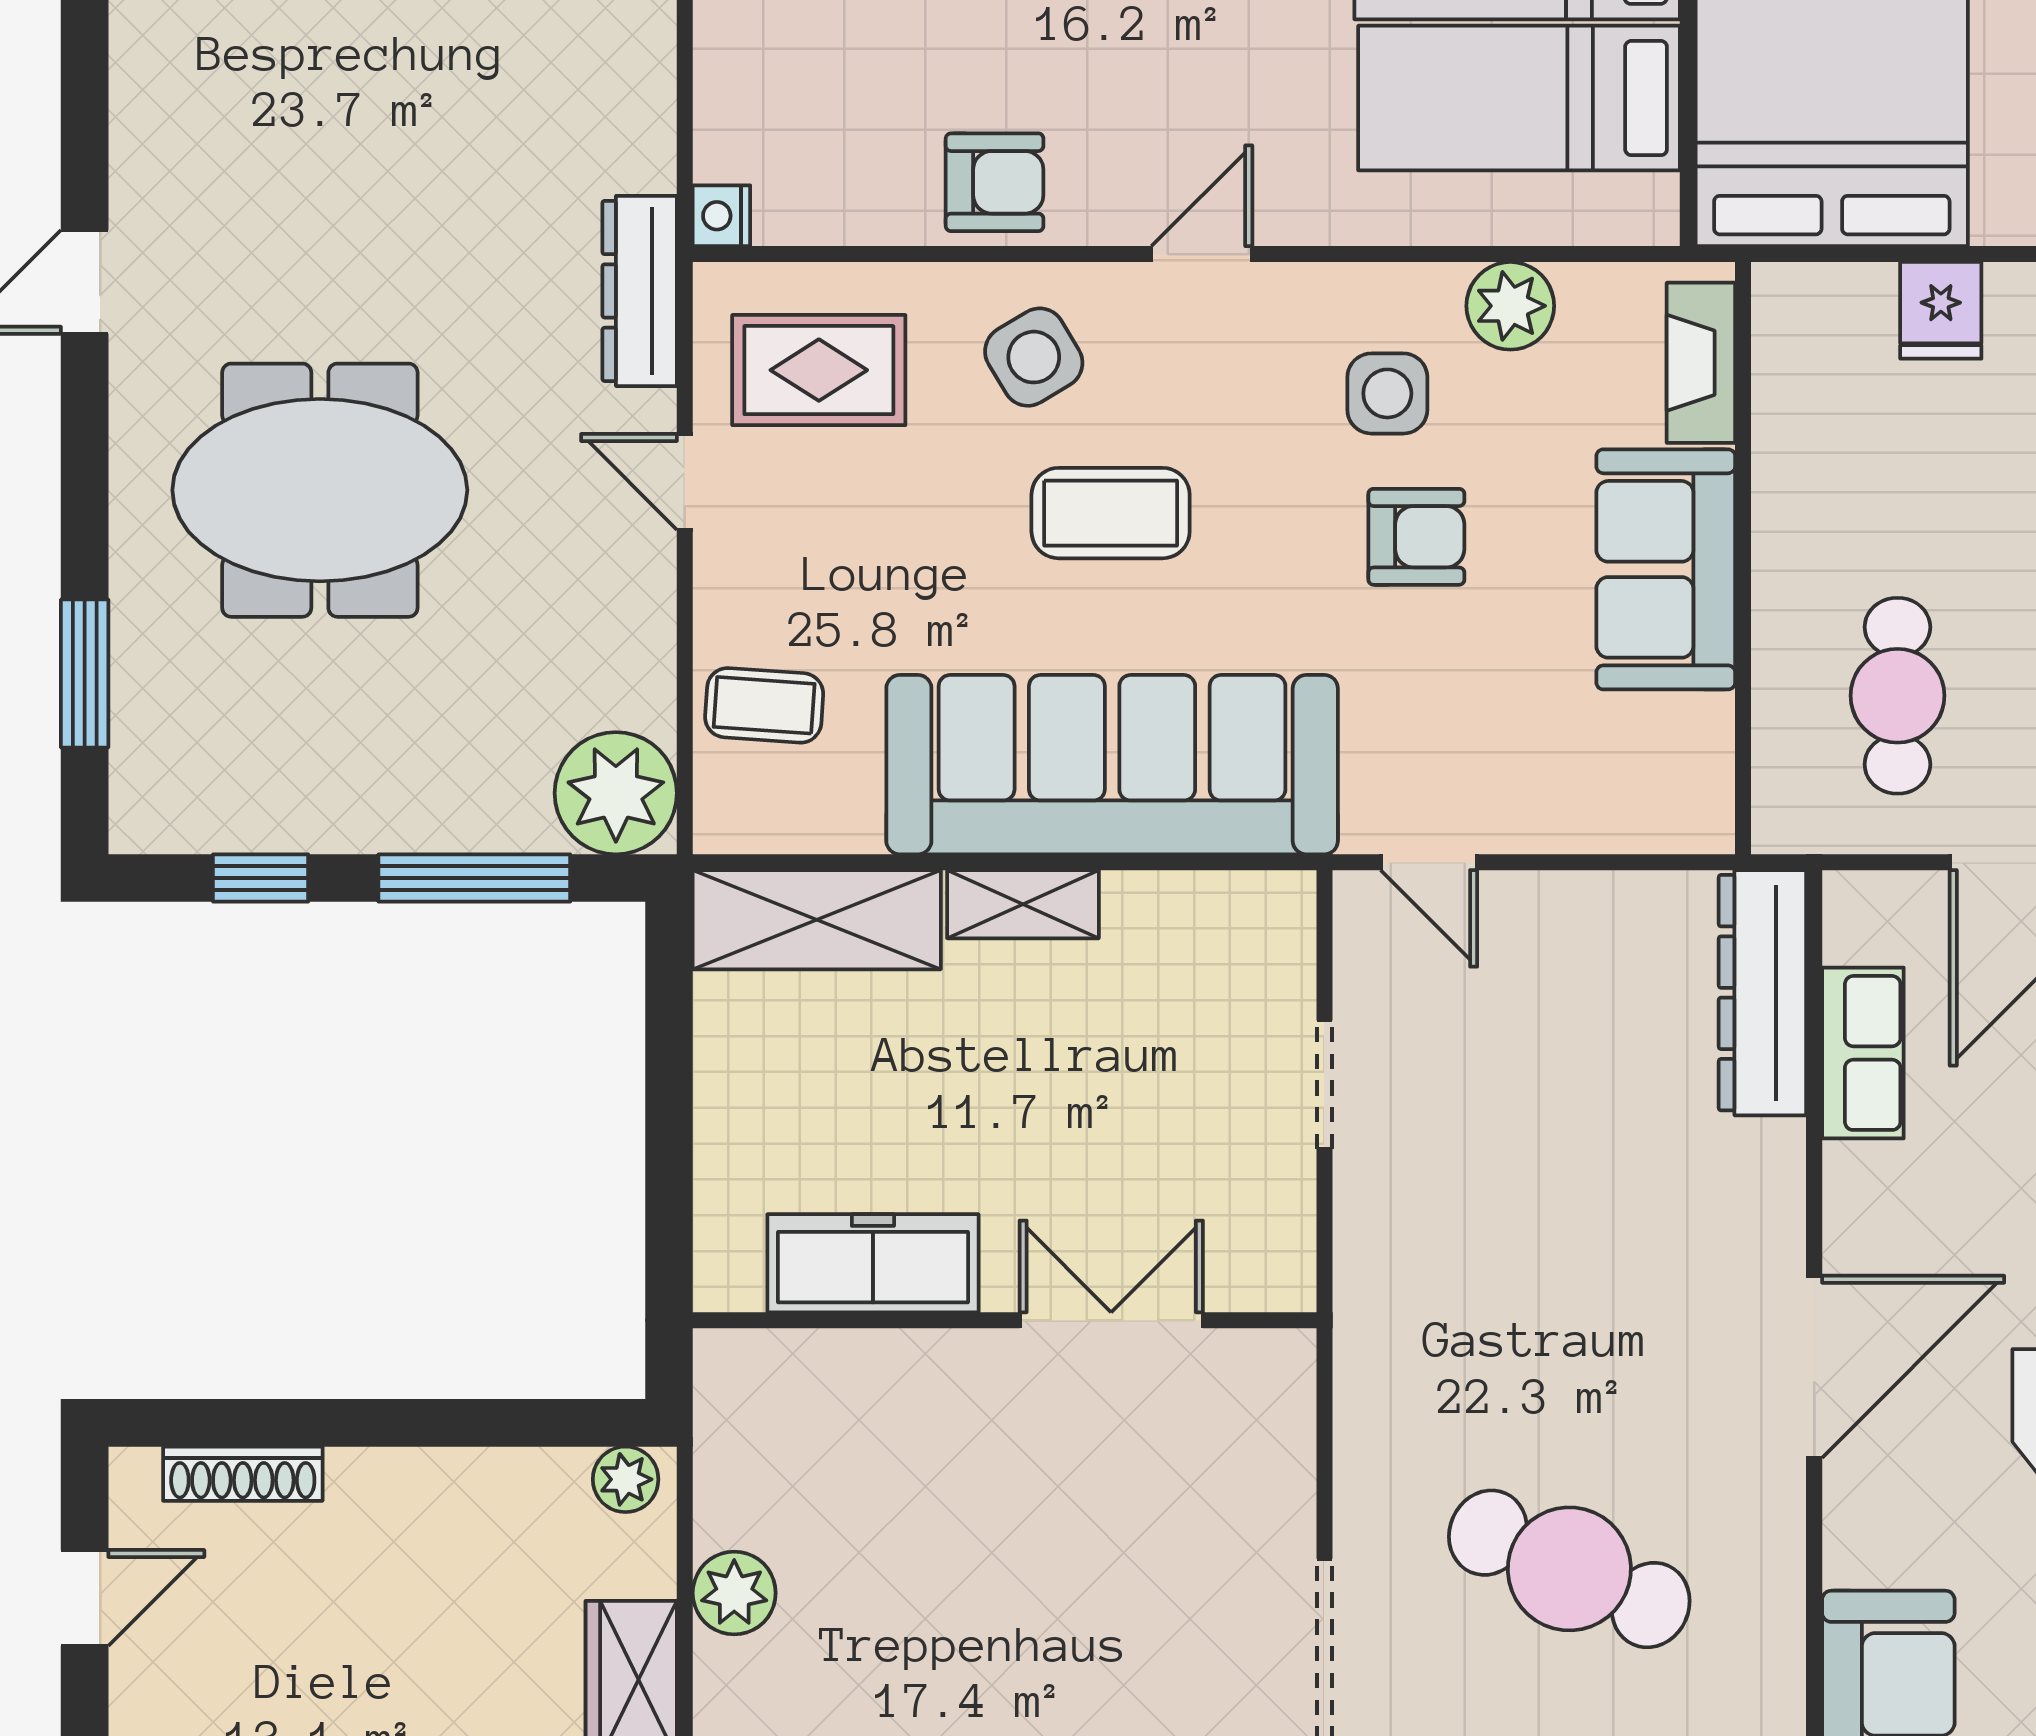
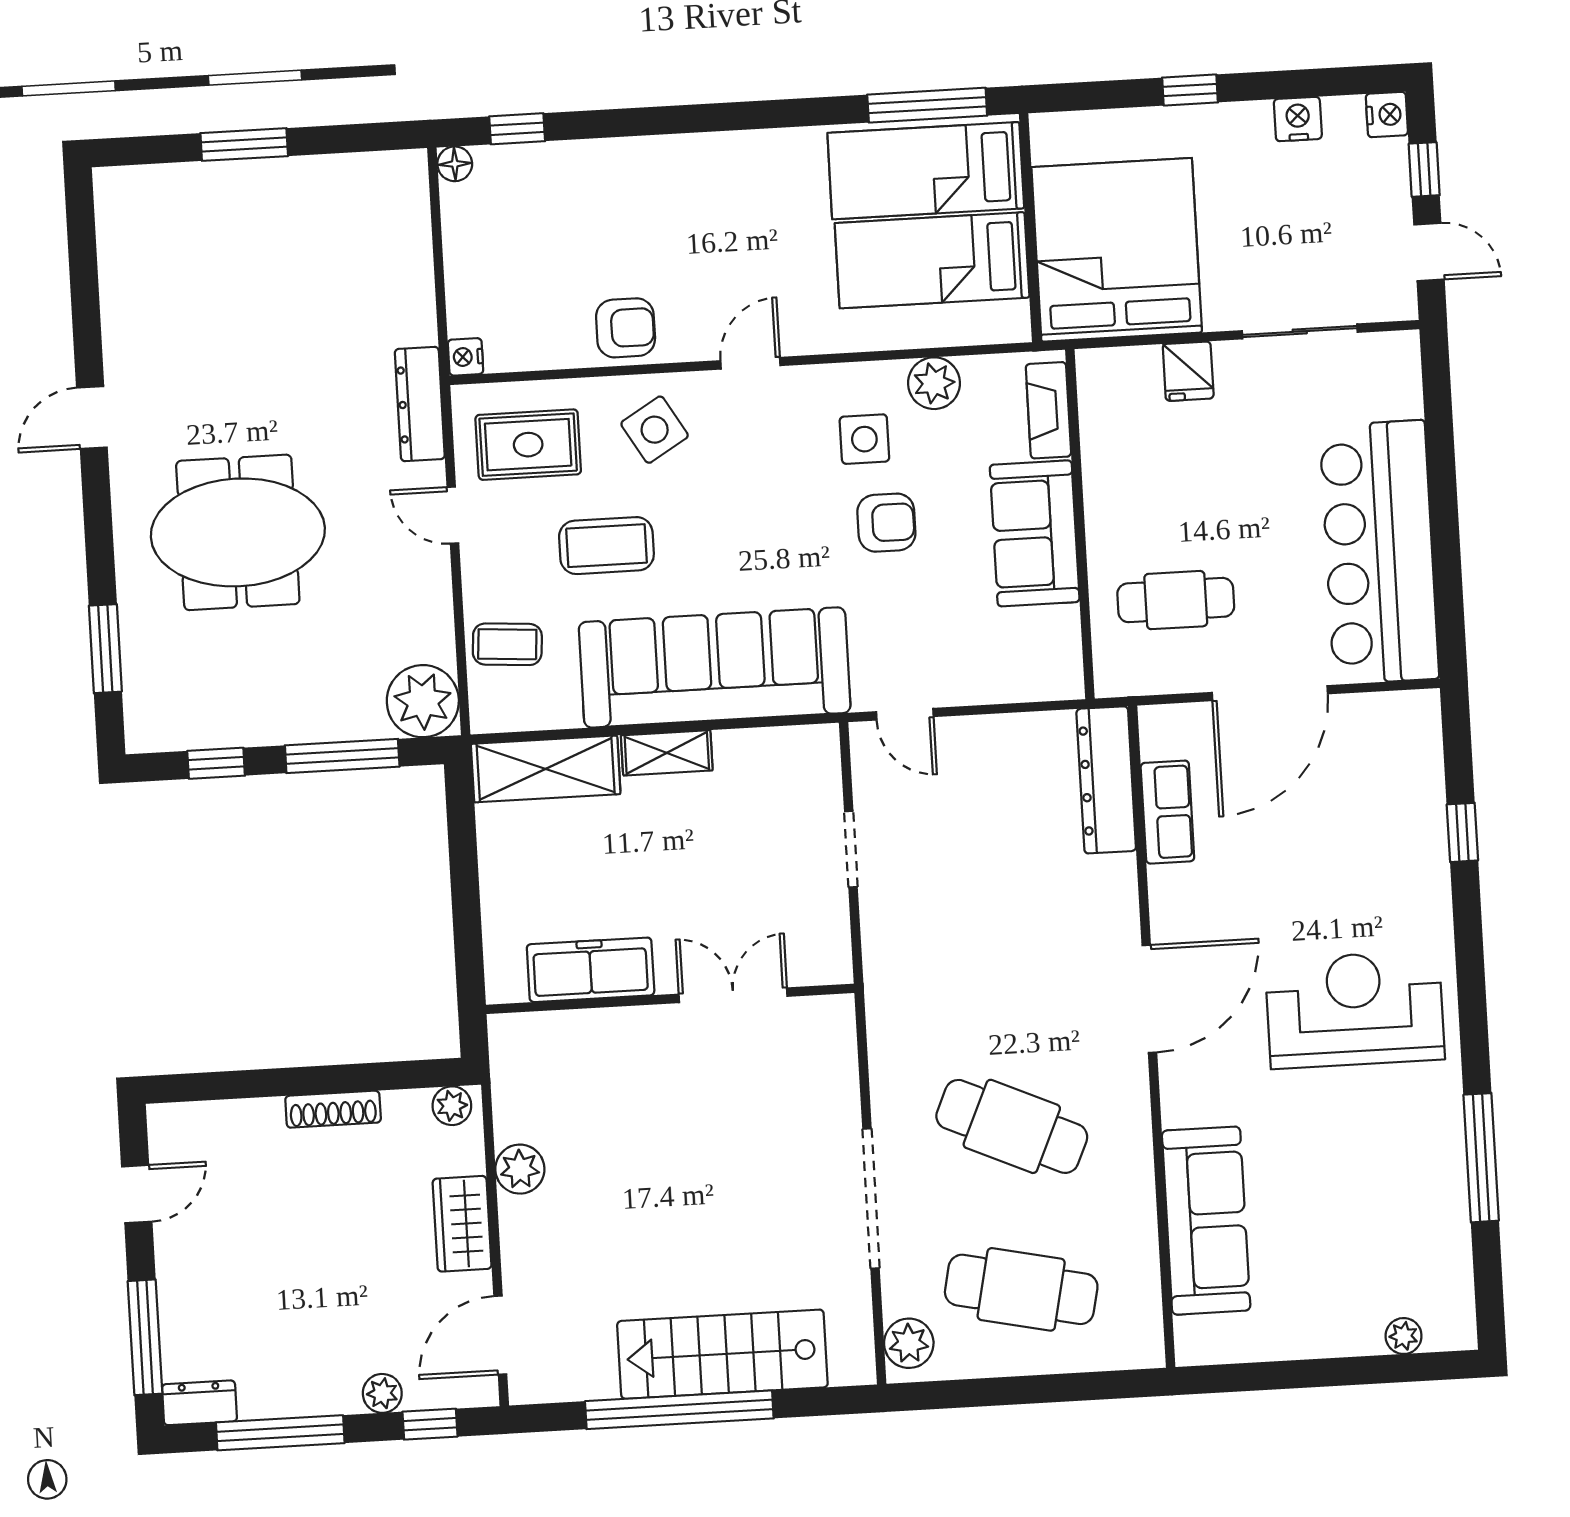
coffee table: (1111, 513) -> (606, 546), moved
cafe table: (1897, 696) -> (1176, 600), turned 90
shoe rack: (243, 1474) -> (333, 1109), moved

